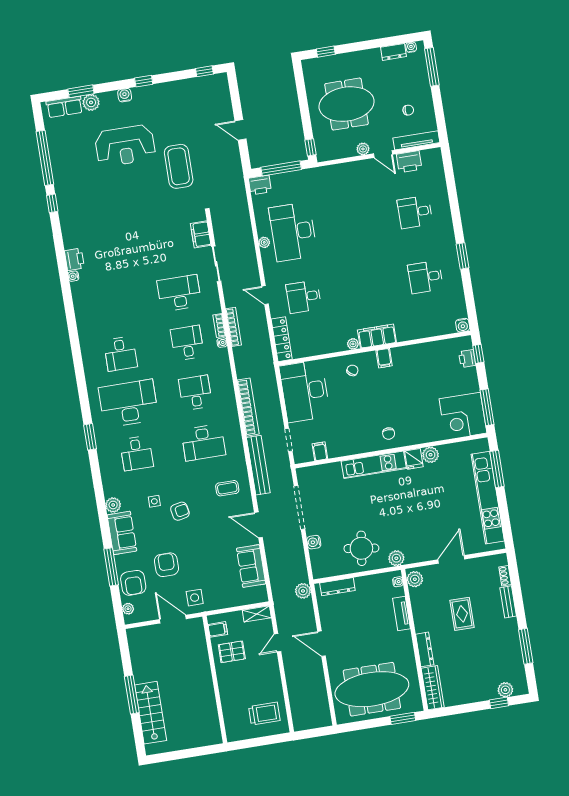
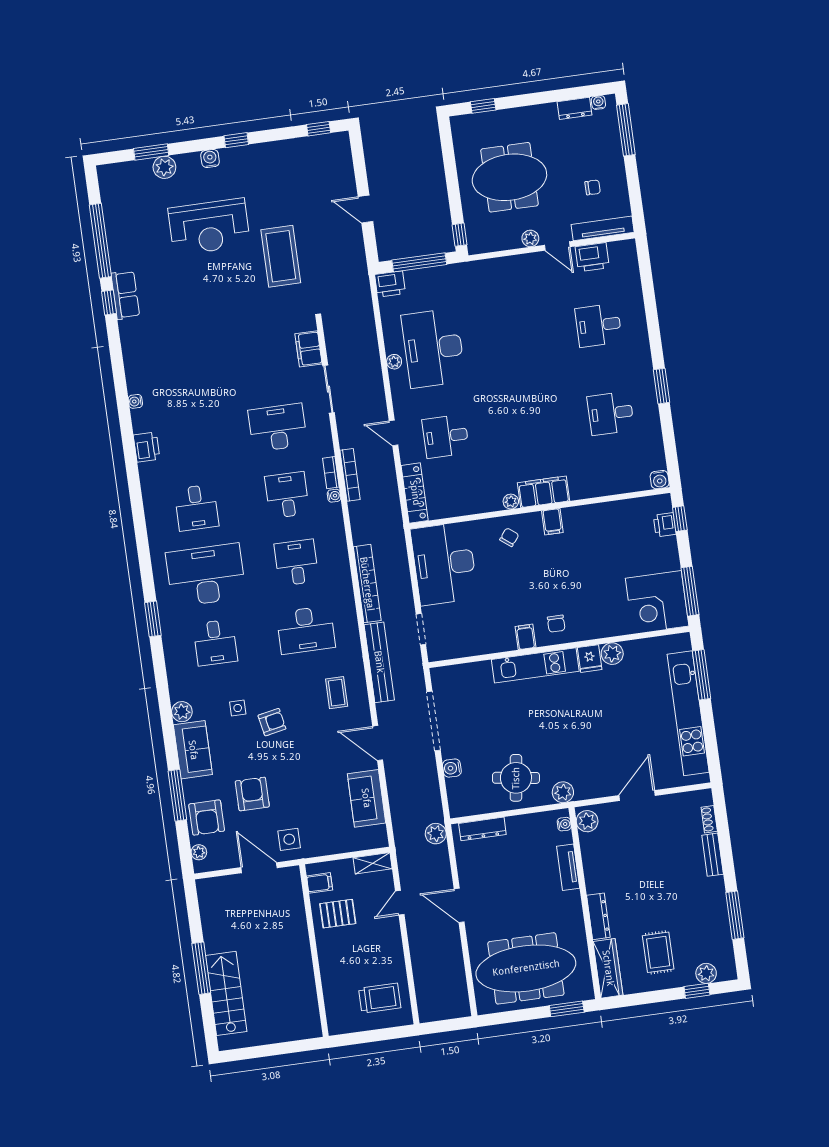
row of seats: (64, 107) -> (125, 295), moved, turned -90
printer: (74, 259) -> (147, 447), moved
filing cabinet: (320, 451) -> (525, 637), moved
coffee table: (227, 488) -> (337, 693), turned 90
rug: (462, 614) -> (658, 952), moved

